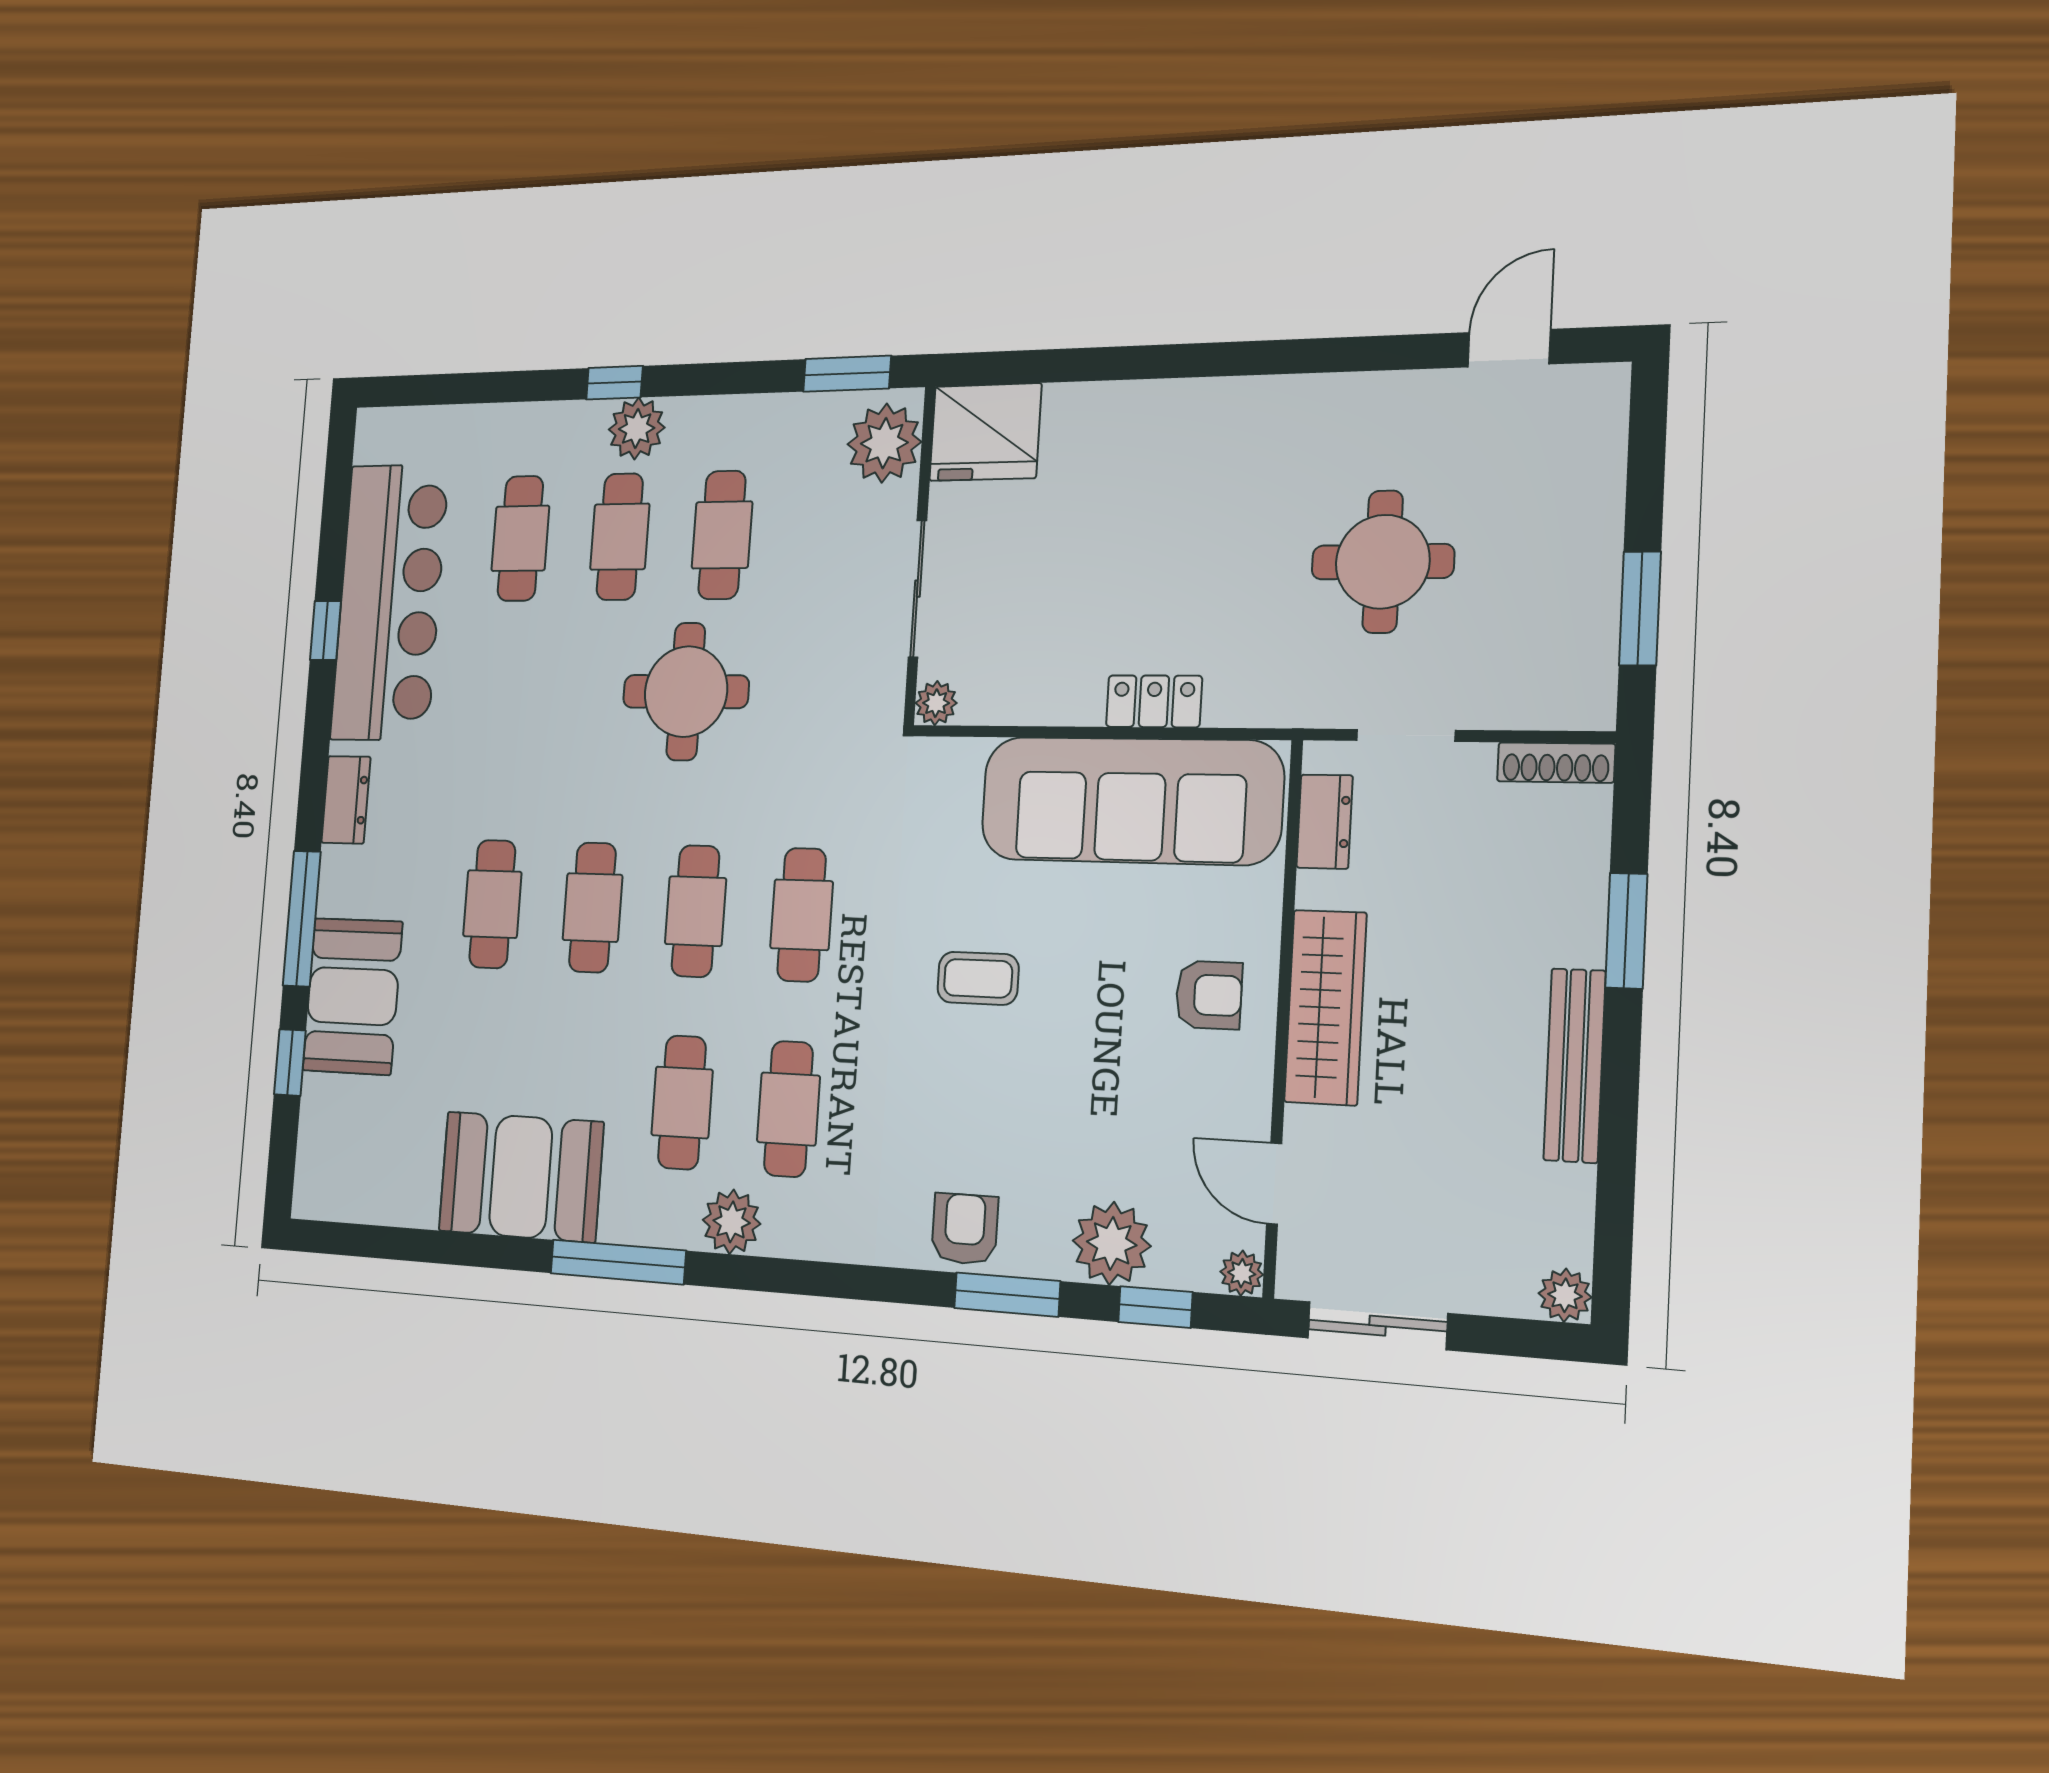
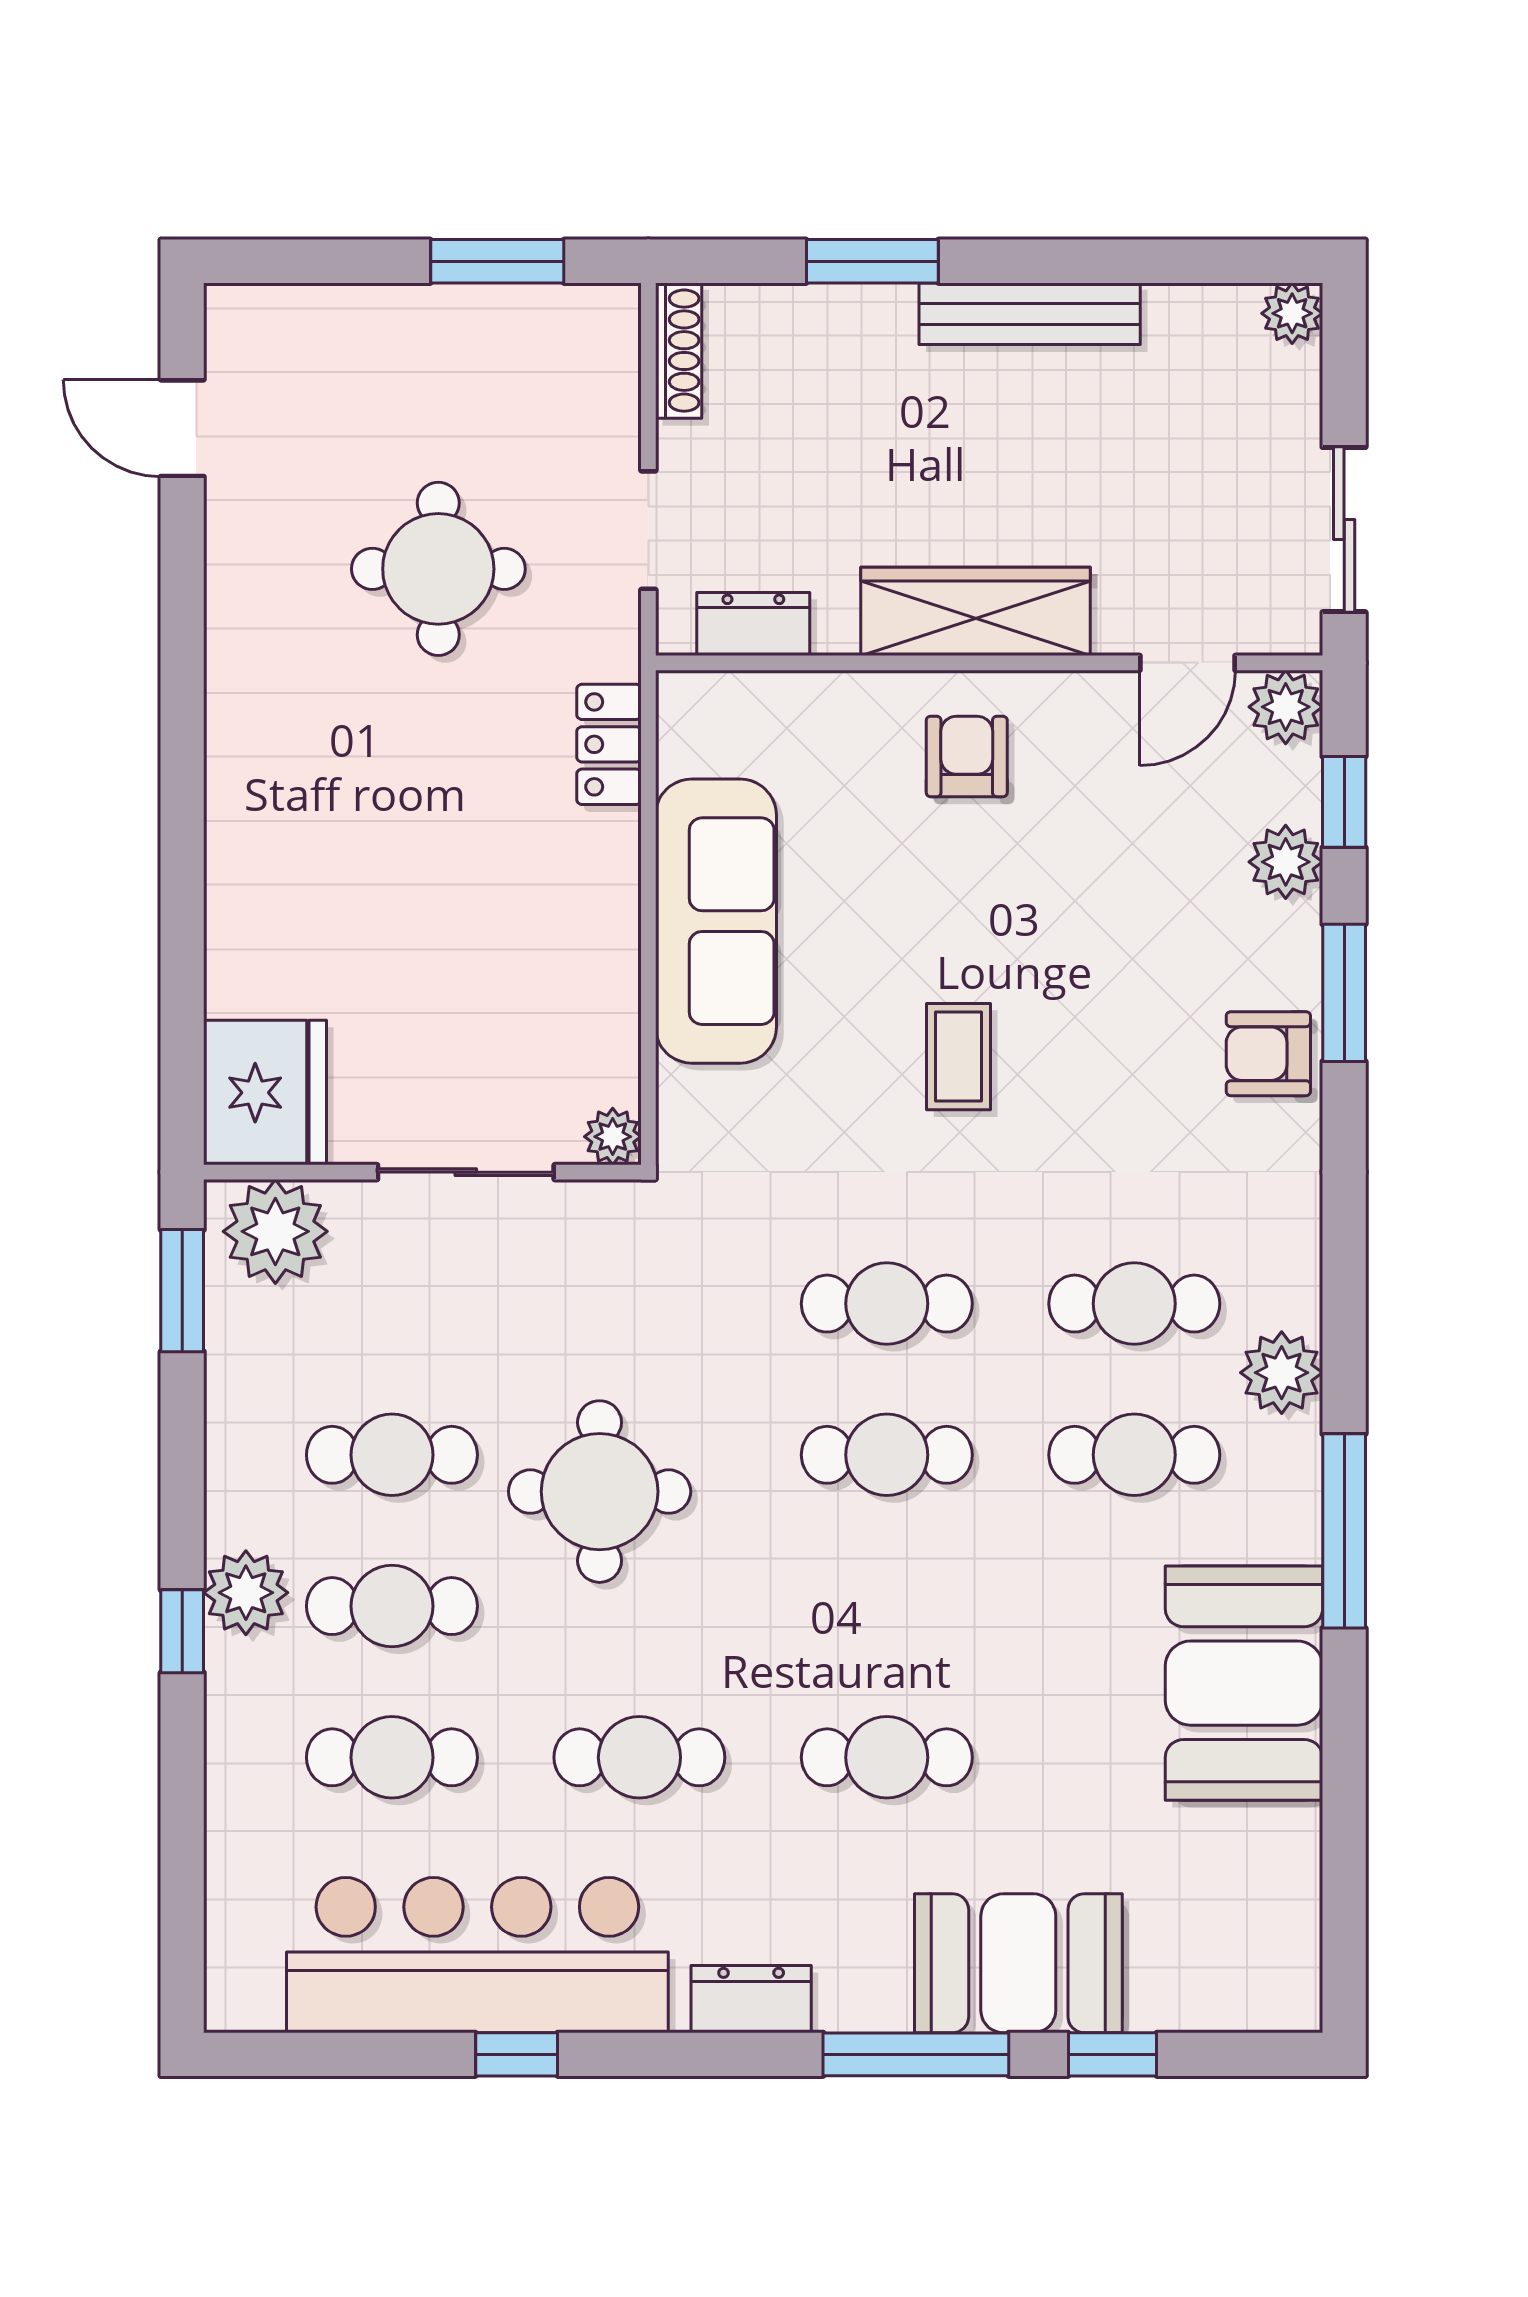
locker: (1154, 701) -> (609, 744), moved
sofa: (1131, 801) -> (716, 921), width x0.74, depth x0.79
cafe table: (592, 908) -> (639, 1757), moved
plant: (1112, 1243) -> (1286, 862), width x0.73, depth x0.73
plant: (1242, 1273) -> (1286, 707), width x1.38, depth x1.38

